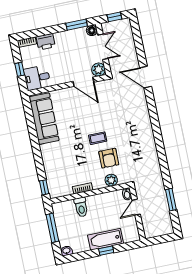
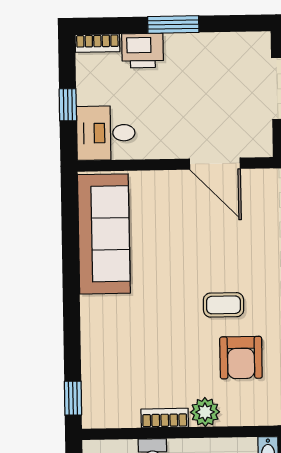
window: (77, 25) -> (173, 25), moved
floor lamp: (92, 30) -> (258, 44), removed
plant: (98, 70) -> (256, 141), removed
plant: (111, 180) -> (205, 412), moved

